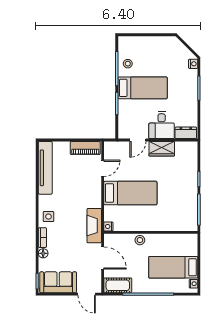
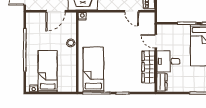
wardrobe: (162, 149) -> (148, 67), width x1.50
bed: (130, 193) -> (93, 70), moved, turned 180
cot: (118, 285) -> (32, 24), removed

